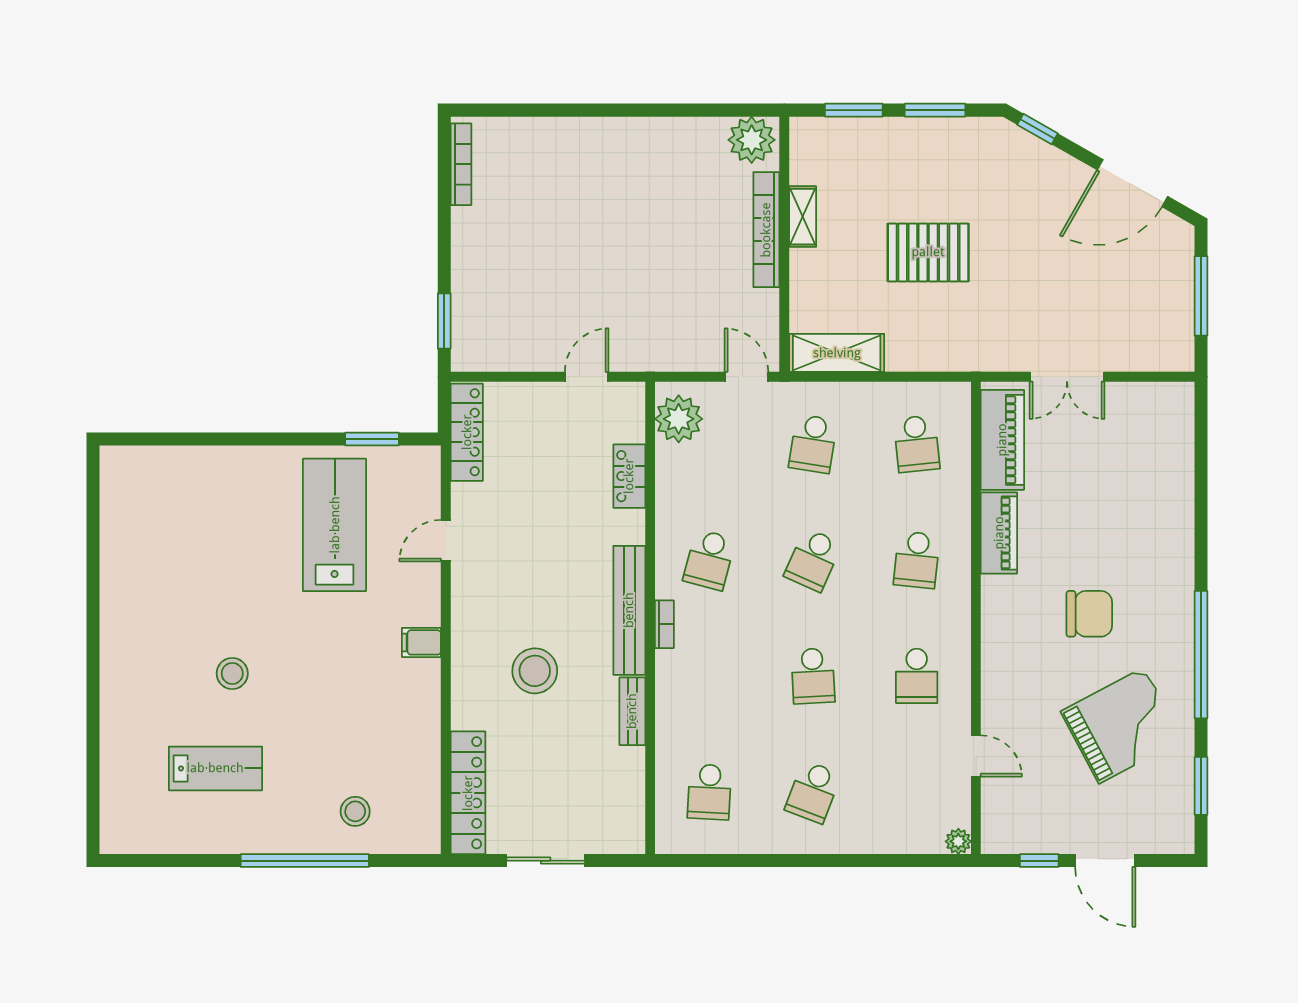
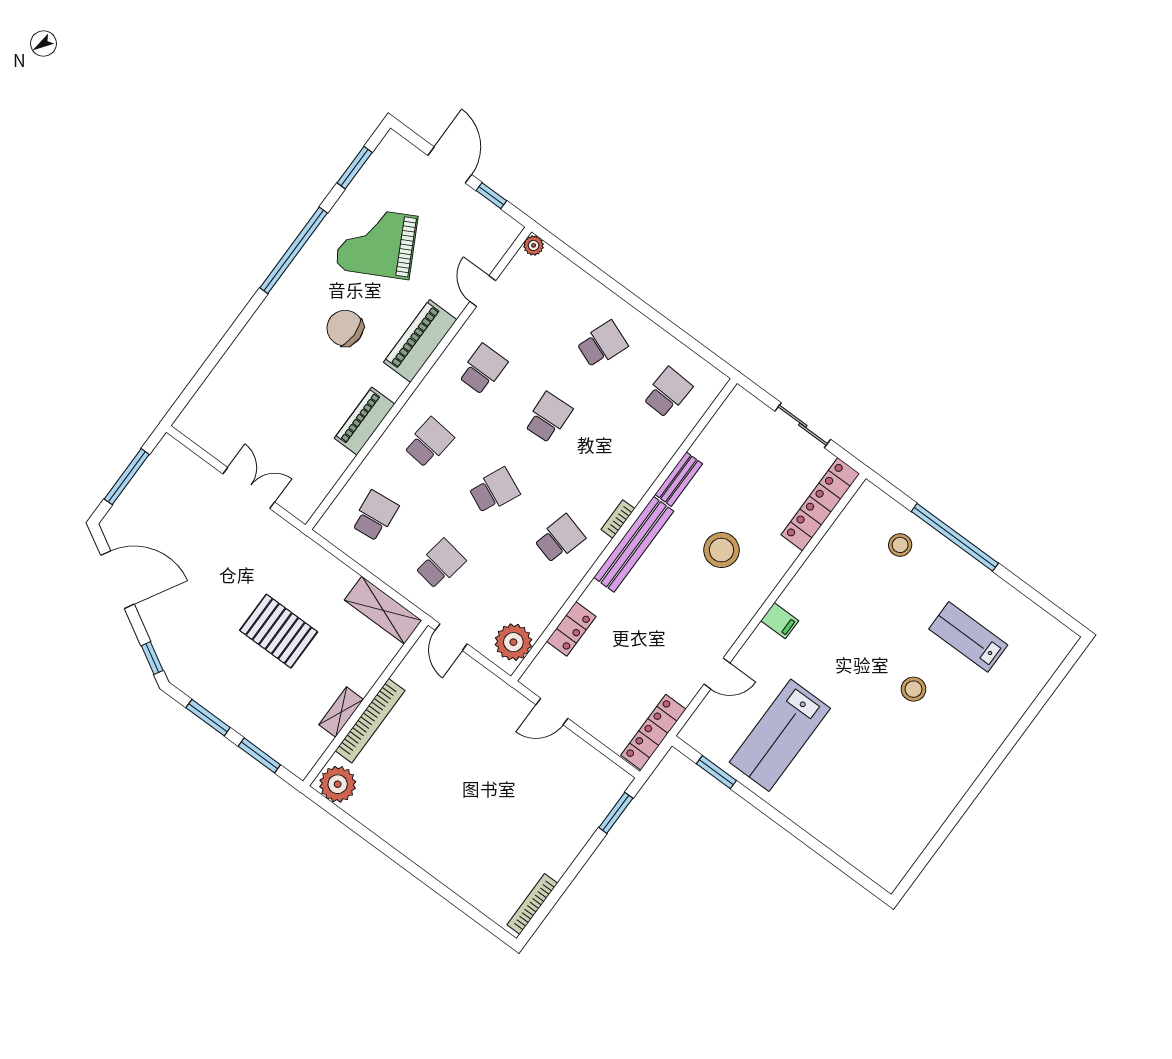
piano: (1002, 440) -> (420, 341), moved

